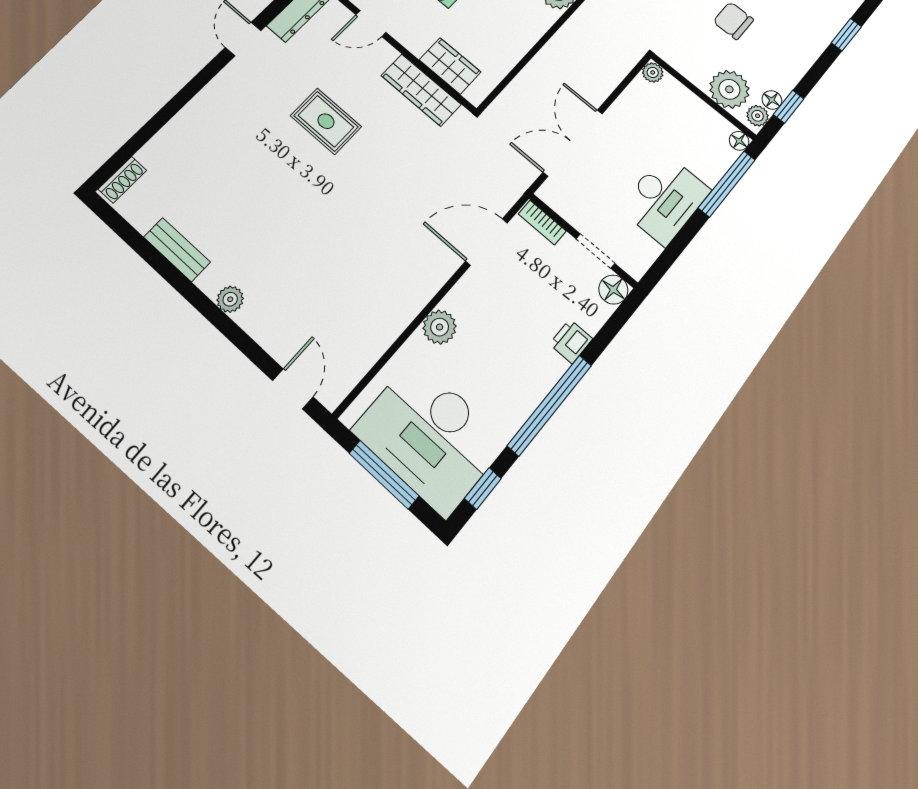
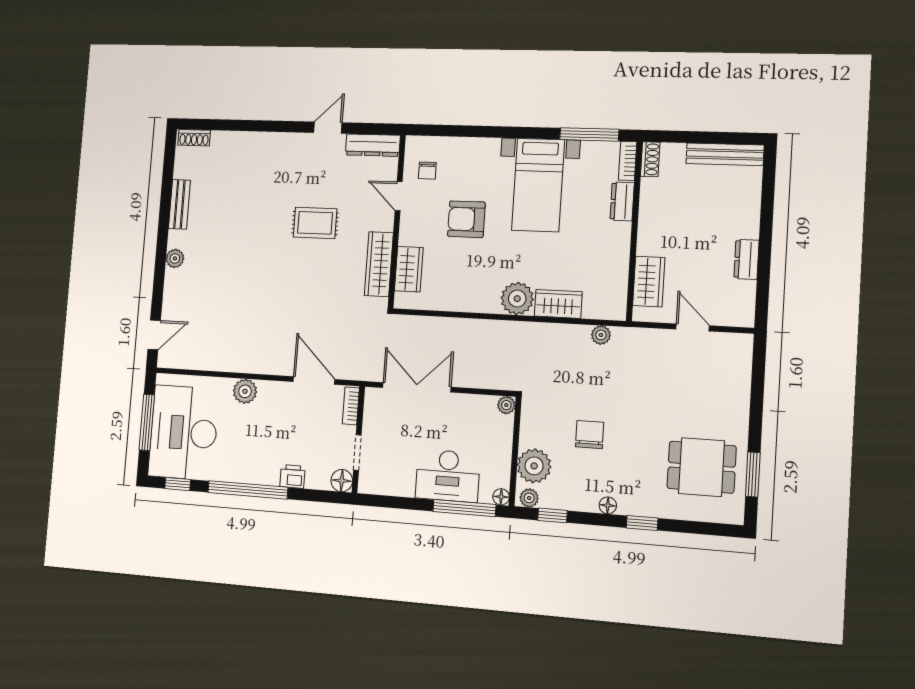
floor lamp: (772, 100) -> (608, 505), moved
rug: (326, 121) -> (315, 223), turned 90
desk: (665, 199) -> (448, 476), moved

